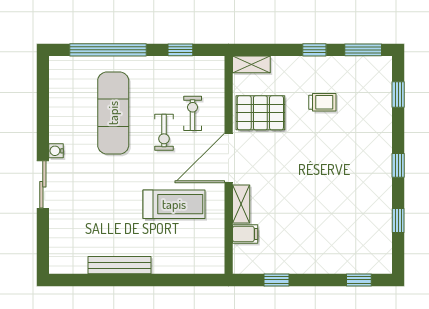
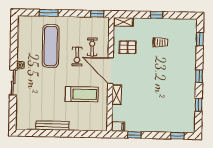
window: (108, 50) -> (49, 13), width x0.47
window: (180, 50) -> (97, 14), moved
window: (363, 50) -> (182, 15), removed
pallet: (260, 113) -> (128, 47), width x0.67, depth x0.71
door: (229, 158) -> (111, 71), hinge flipped
filing cabinet: (245, 234) -> (118, 126), moved

